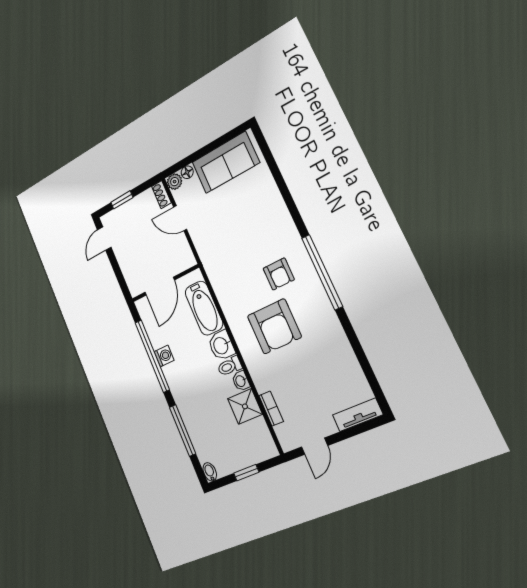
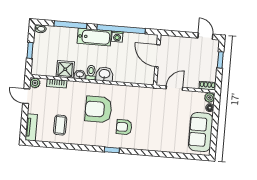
door: (180, 218) -> (174, 88), moved
window: (322, 272) -> (112, 150), width x0.32
bathtub: (204, 308) -> (94, 37), moved, turned 180
coffee table: (329, 371) -> (60, 125), added
plant: (288, 442) -> (35, 83), added

